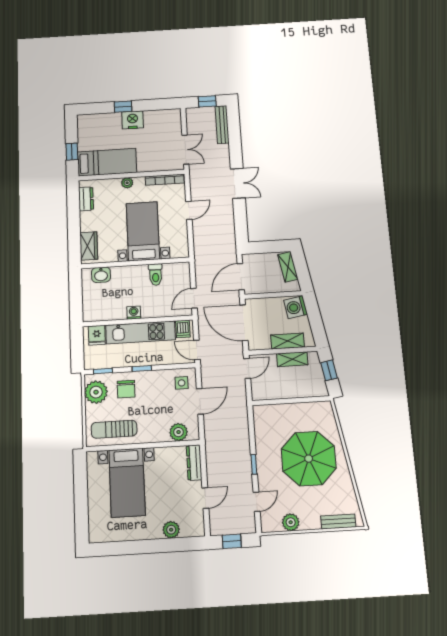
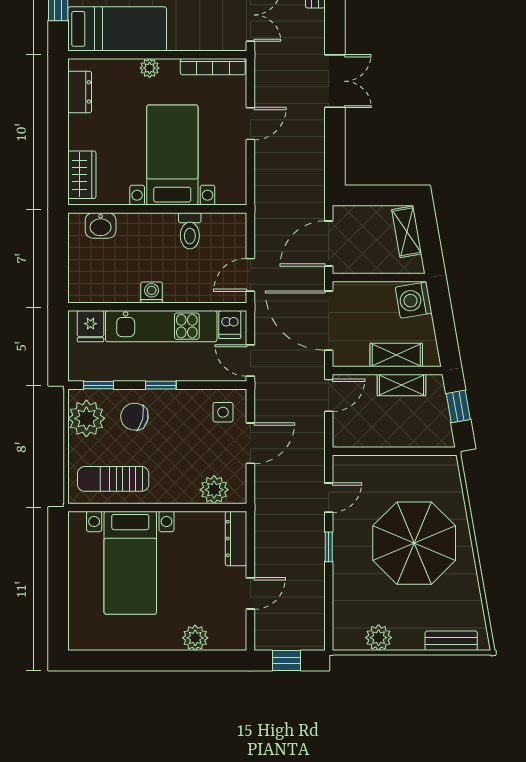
chair: (126, 389) -> (134, 417), turned 103
door: (257, 502) -> (329, 498), moved

